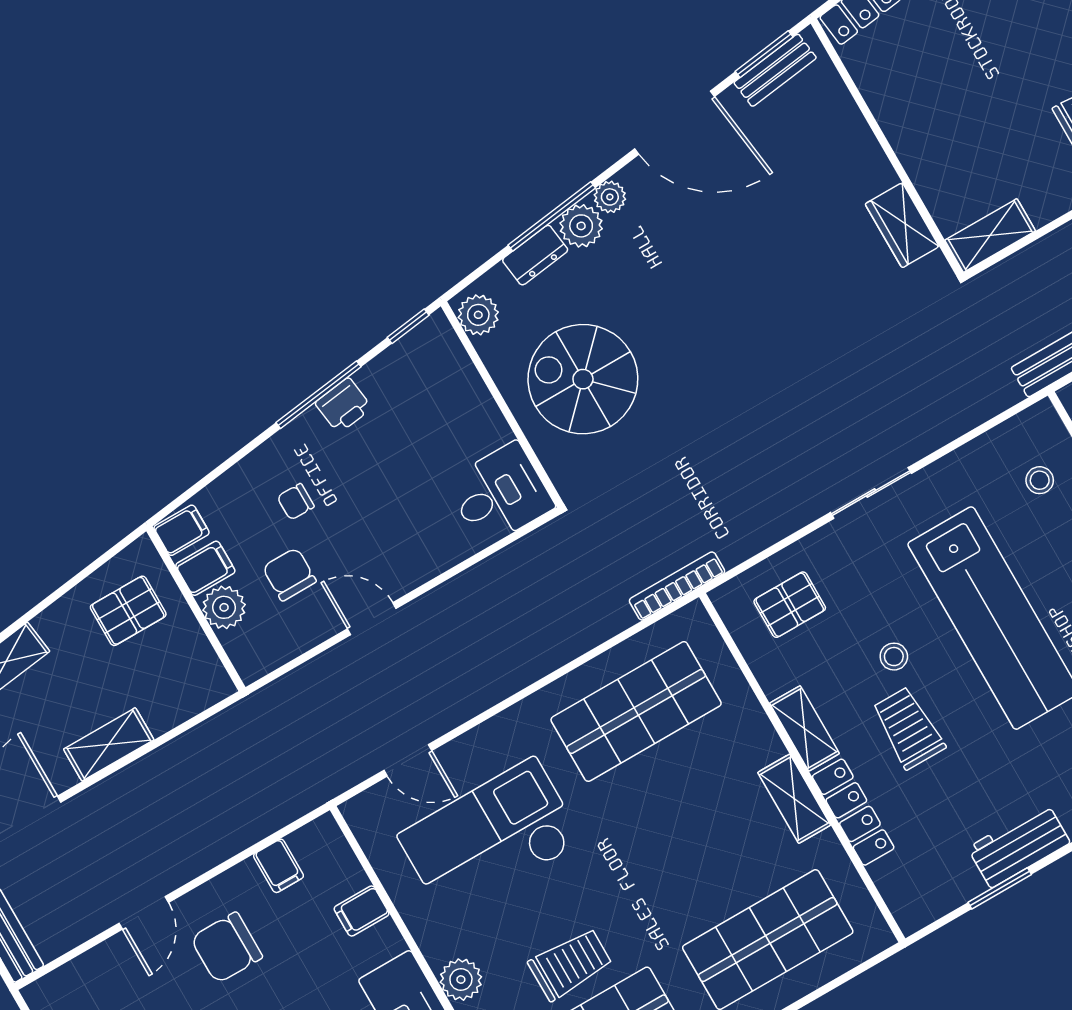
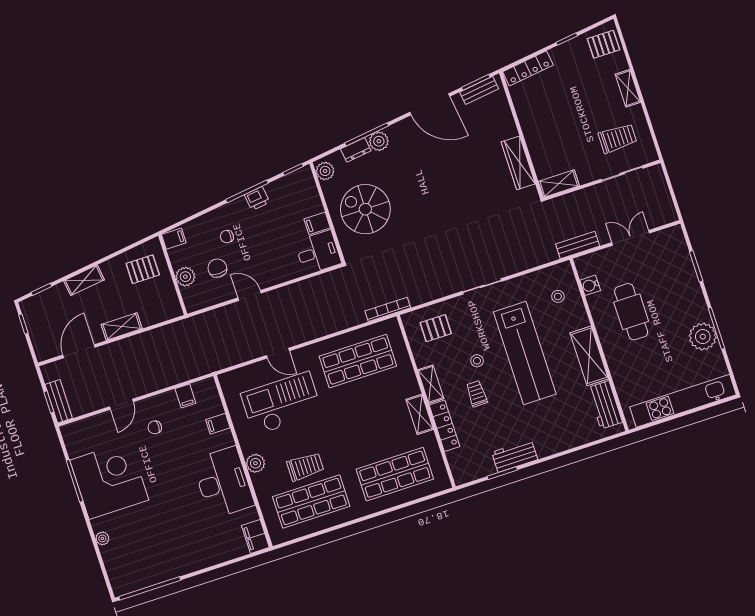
plant: (610, 197) -> (394, 131), removed
wardrobe: (902, 225) -> (518, 163), width x1.50
filing cabinet: (205, 568) -> (317, 223), moved, turned 180
trolley: (908, 728) -> (477, 394), width x0.73, depth x0.72
door: (408, 760) -> (278, 353), moved
chair: (227, 948) -> (155, 427), width x0.54, depth x0.54

